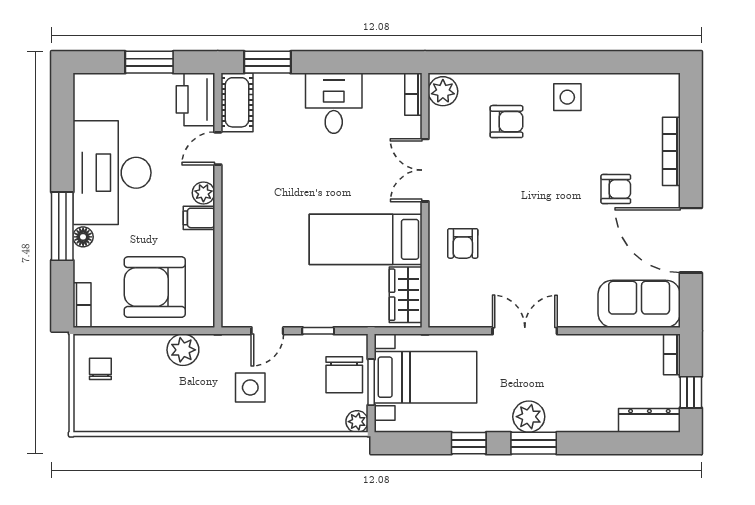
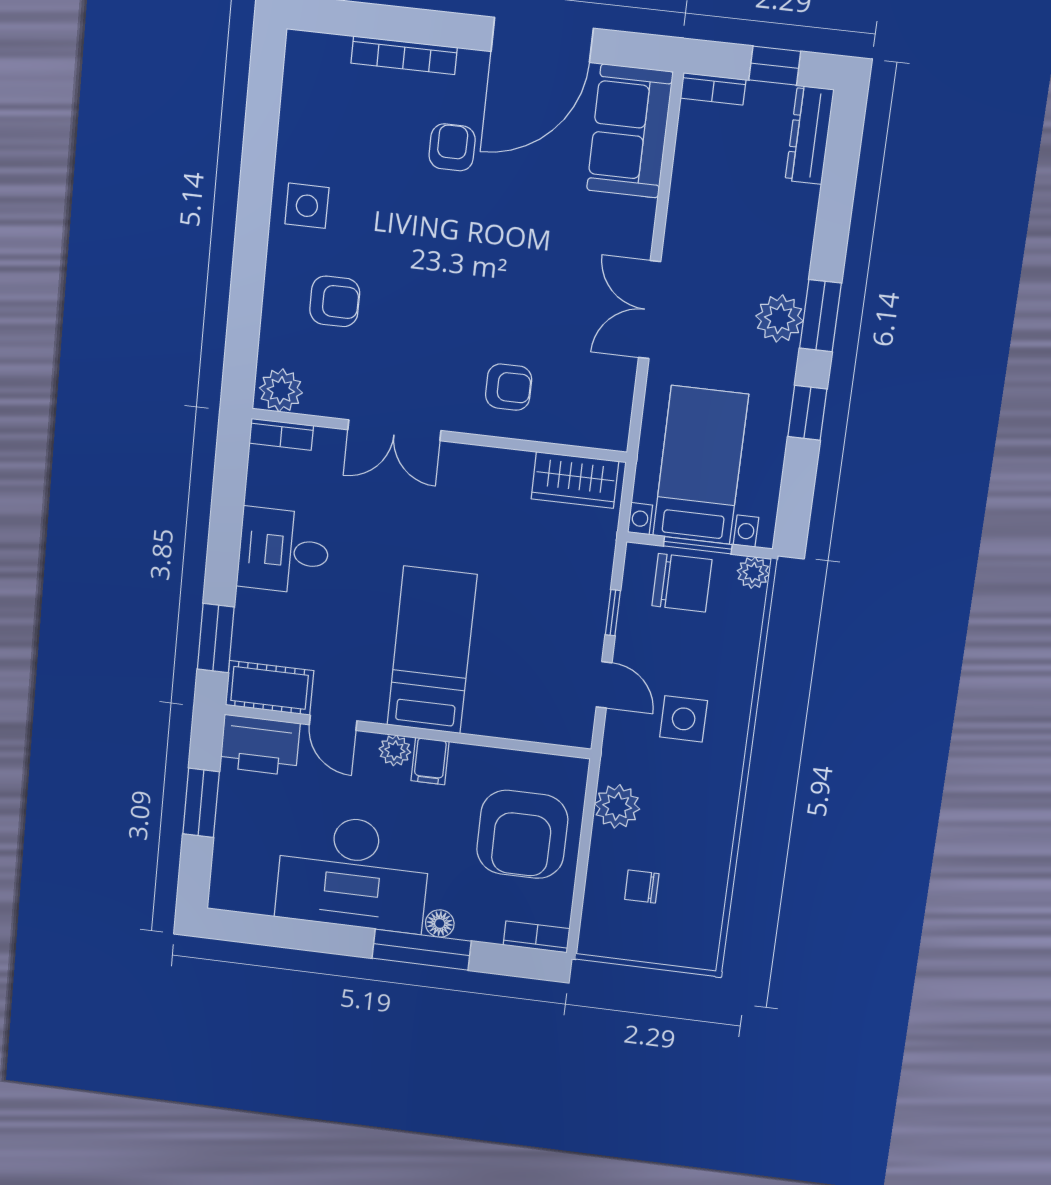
armchair: (506, 122) -> (335, 301), turned 90
bed: (366, 239) -> (432, 650), moved, turned 180
chair: (100, 369) -> (642, 887), moved

